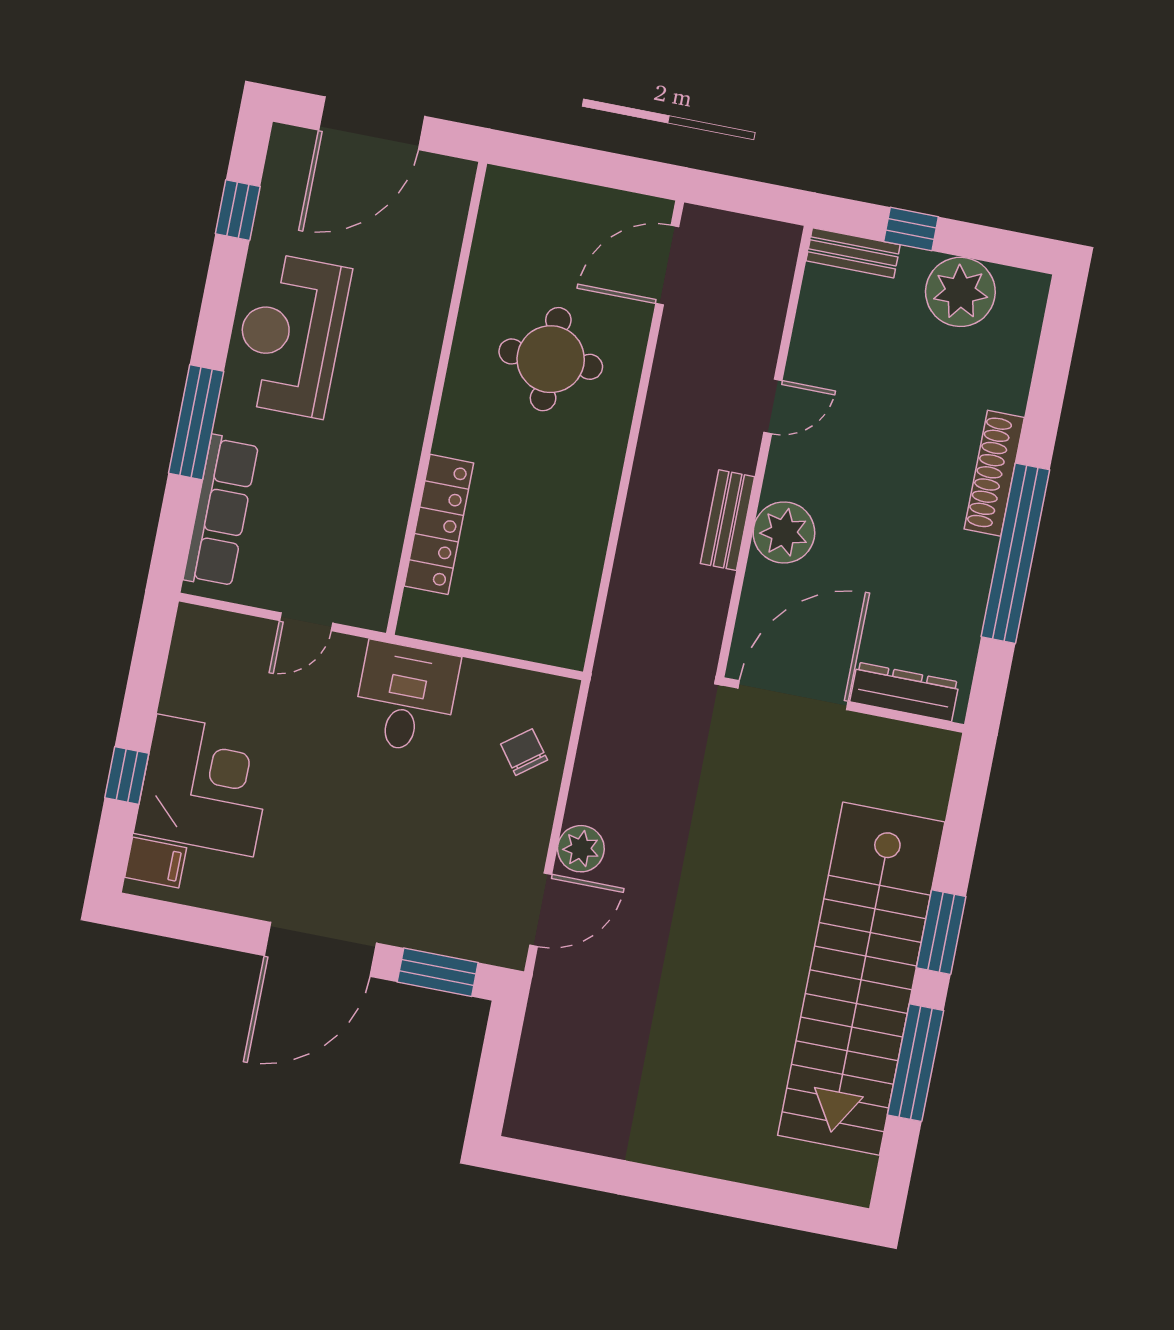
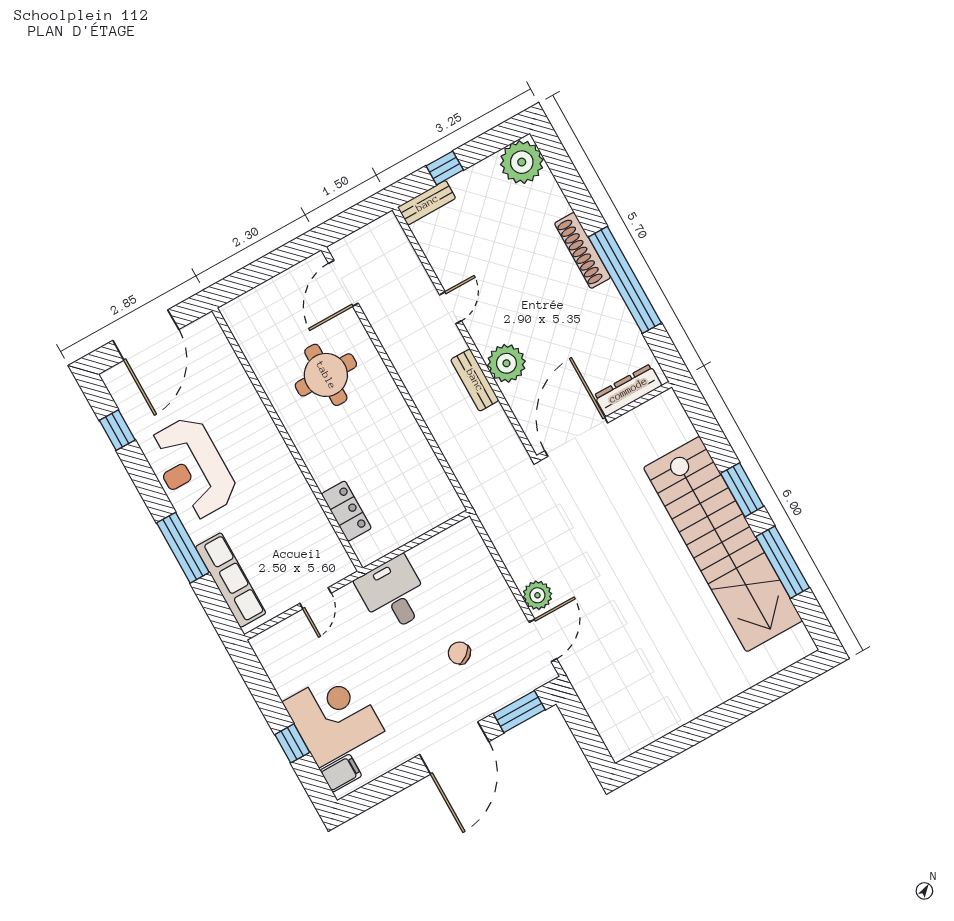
plant: (960, 292) -> (522, 162), moved
locker: (439, 524) -> (346, 511), width x0.66
chair: (524, 752) -> (459, 653), moved

